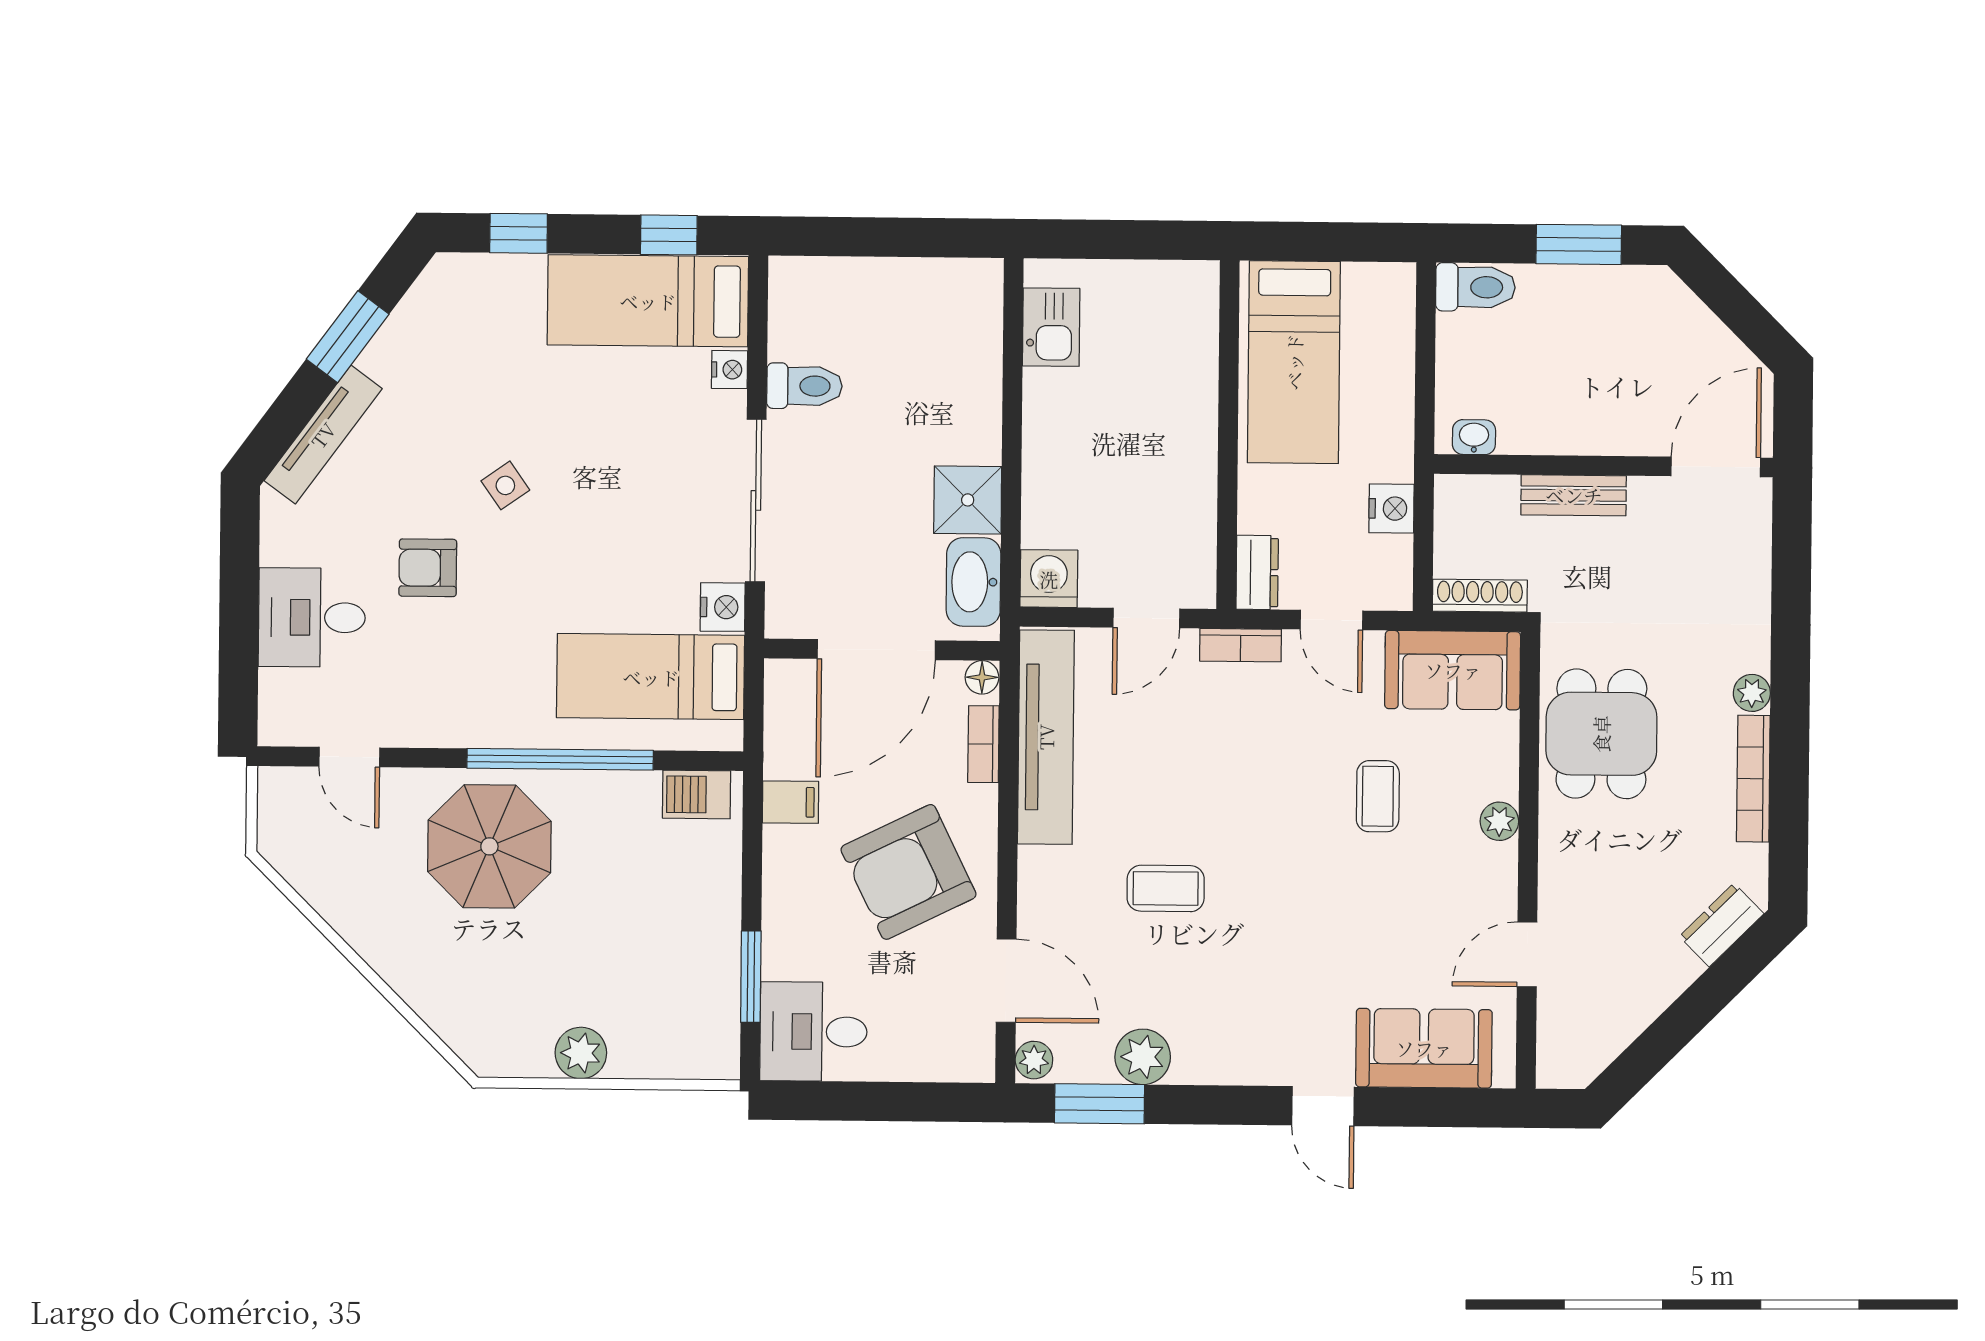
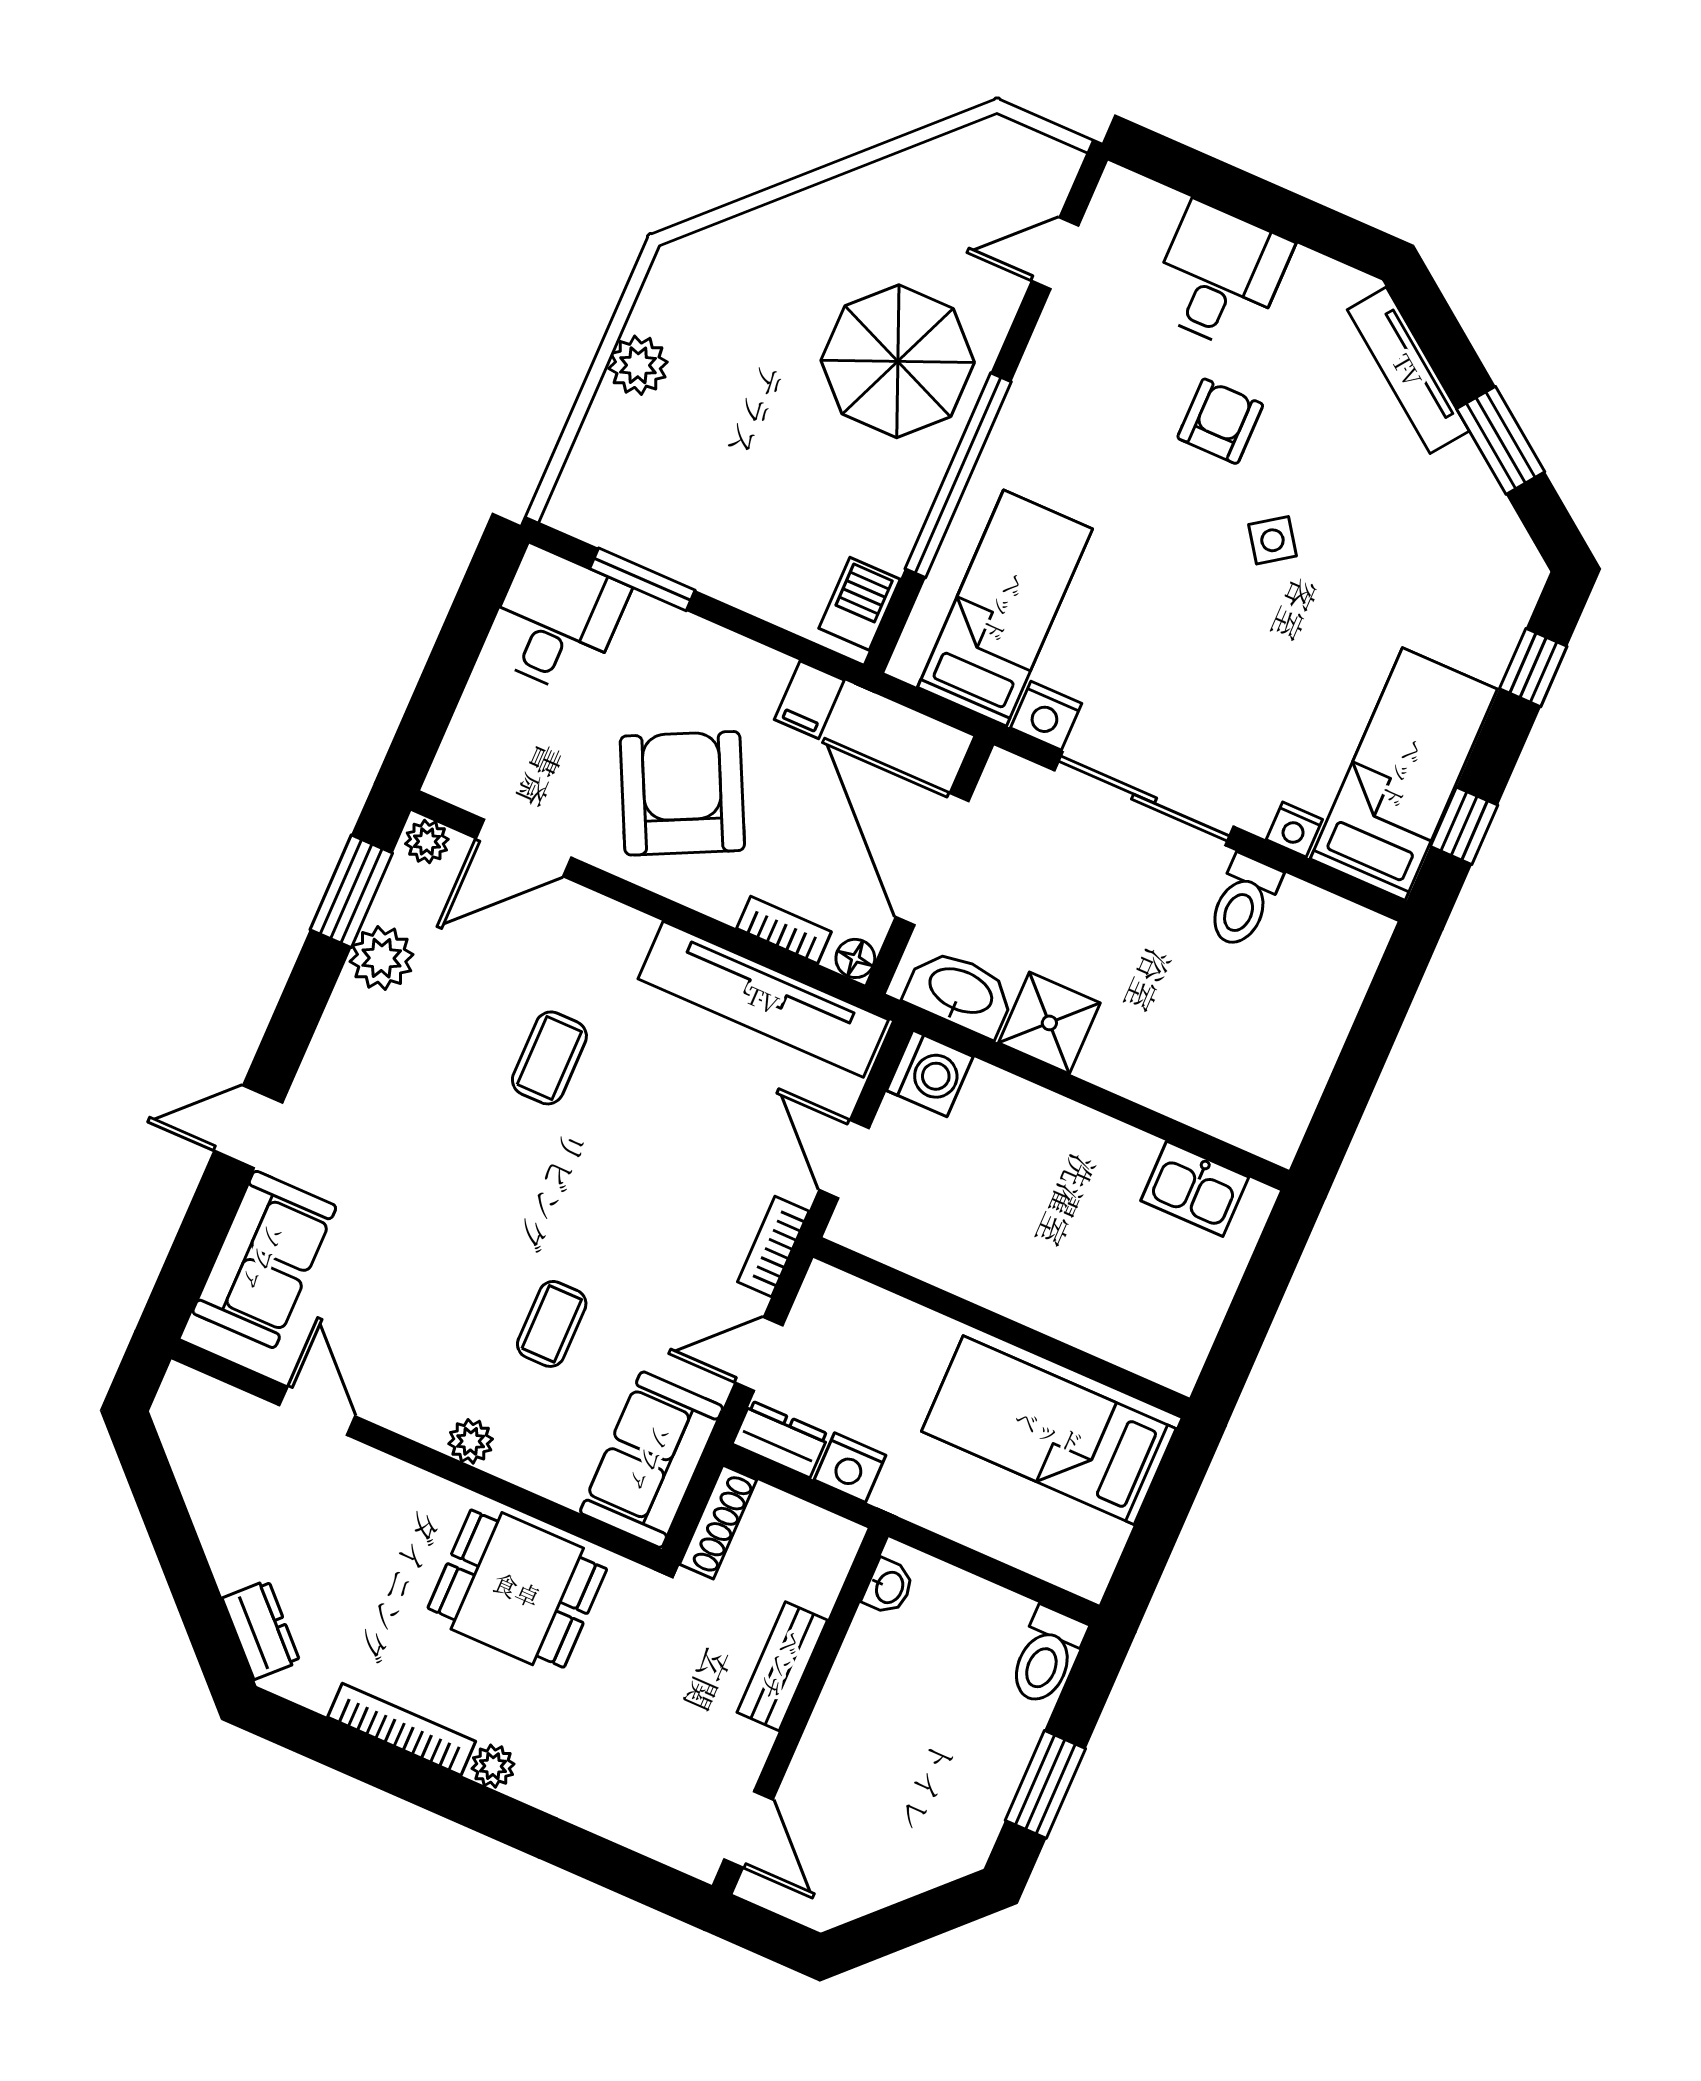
door: (1716, 467) -> (748, 1829), width x0.73
dresser: (1257, 572) -> (781, 1439), moved, turned 180
coffee table: (1378, 796) -> (552, 1324), turned 90

